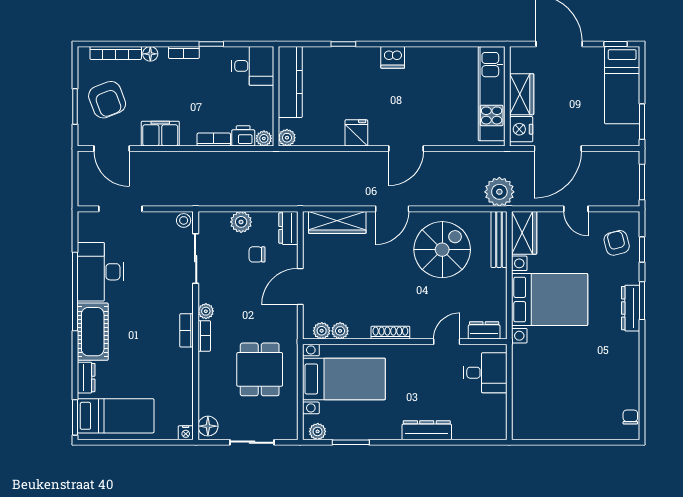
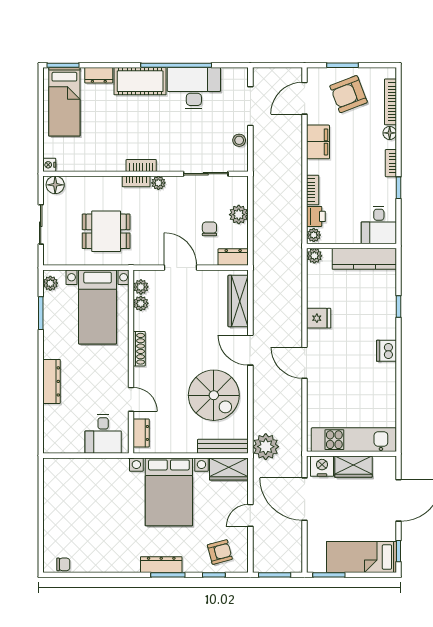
stool: (184, 220) -> (239, 140), moved

